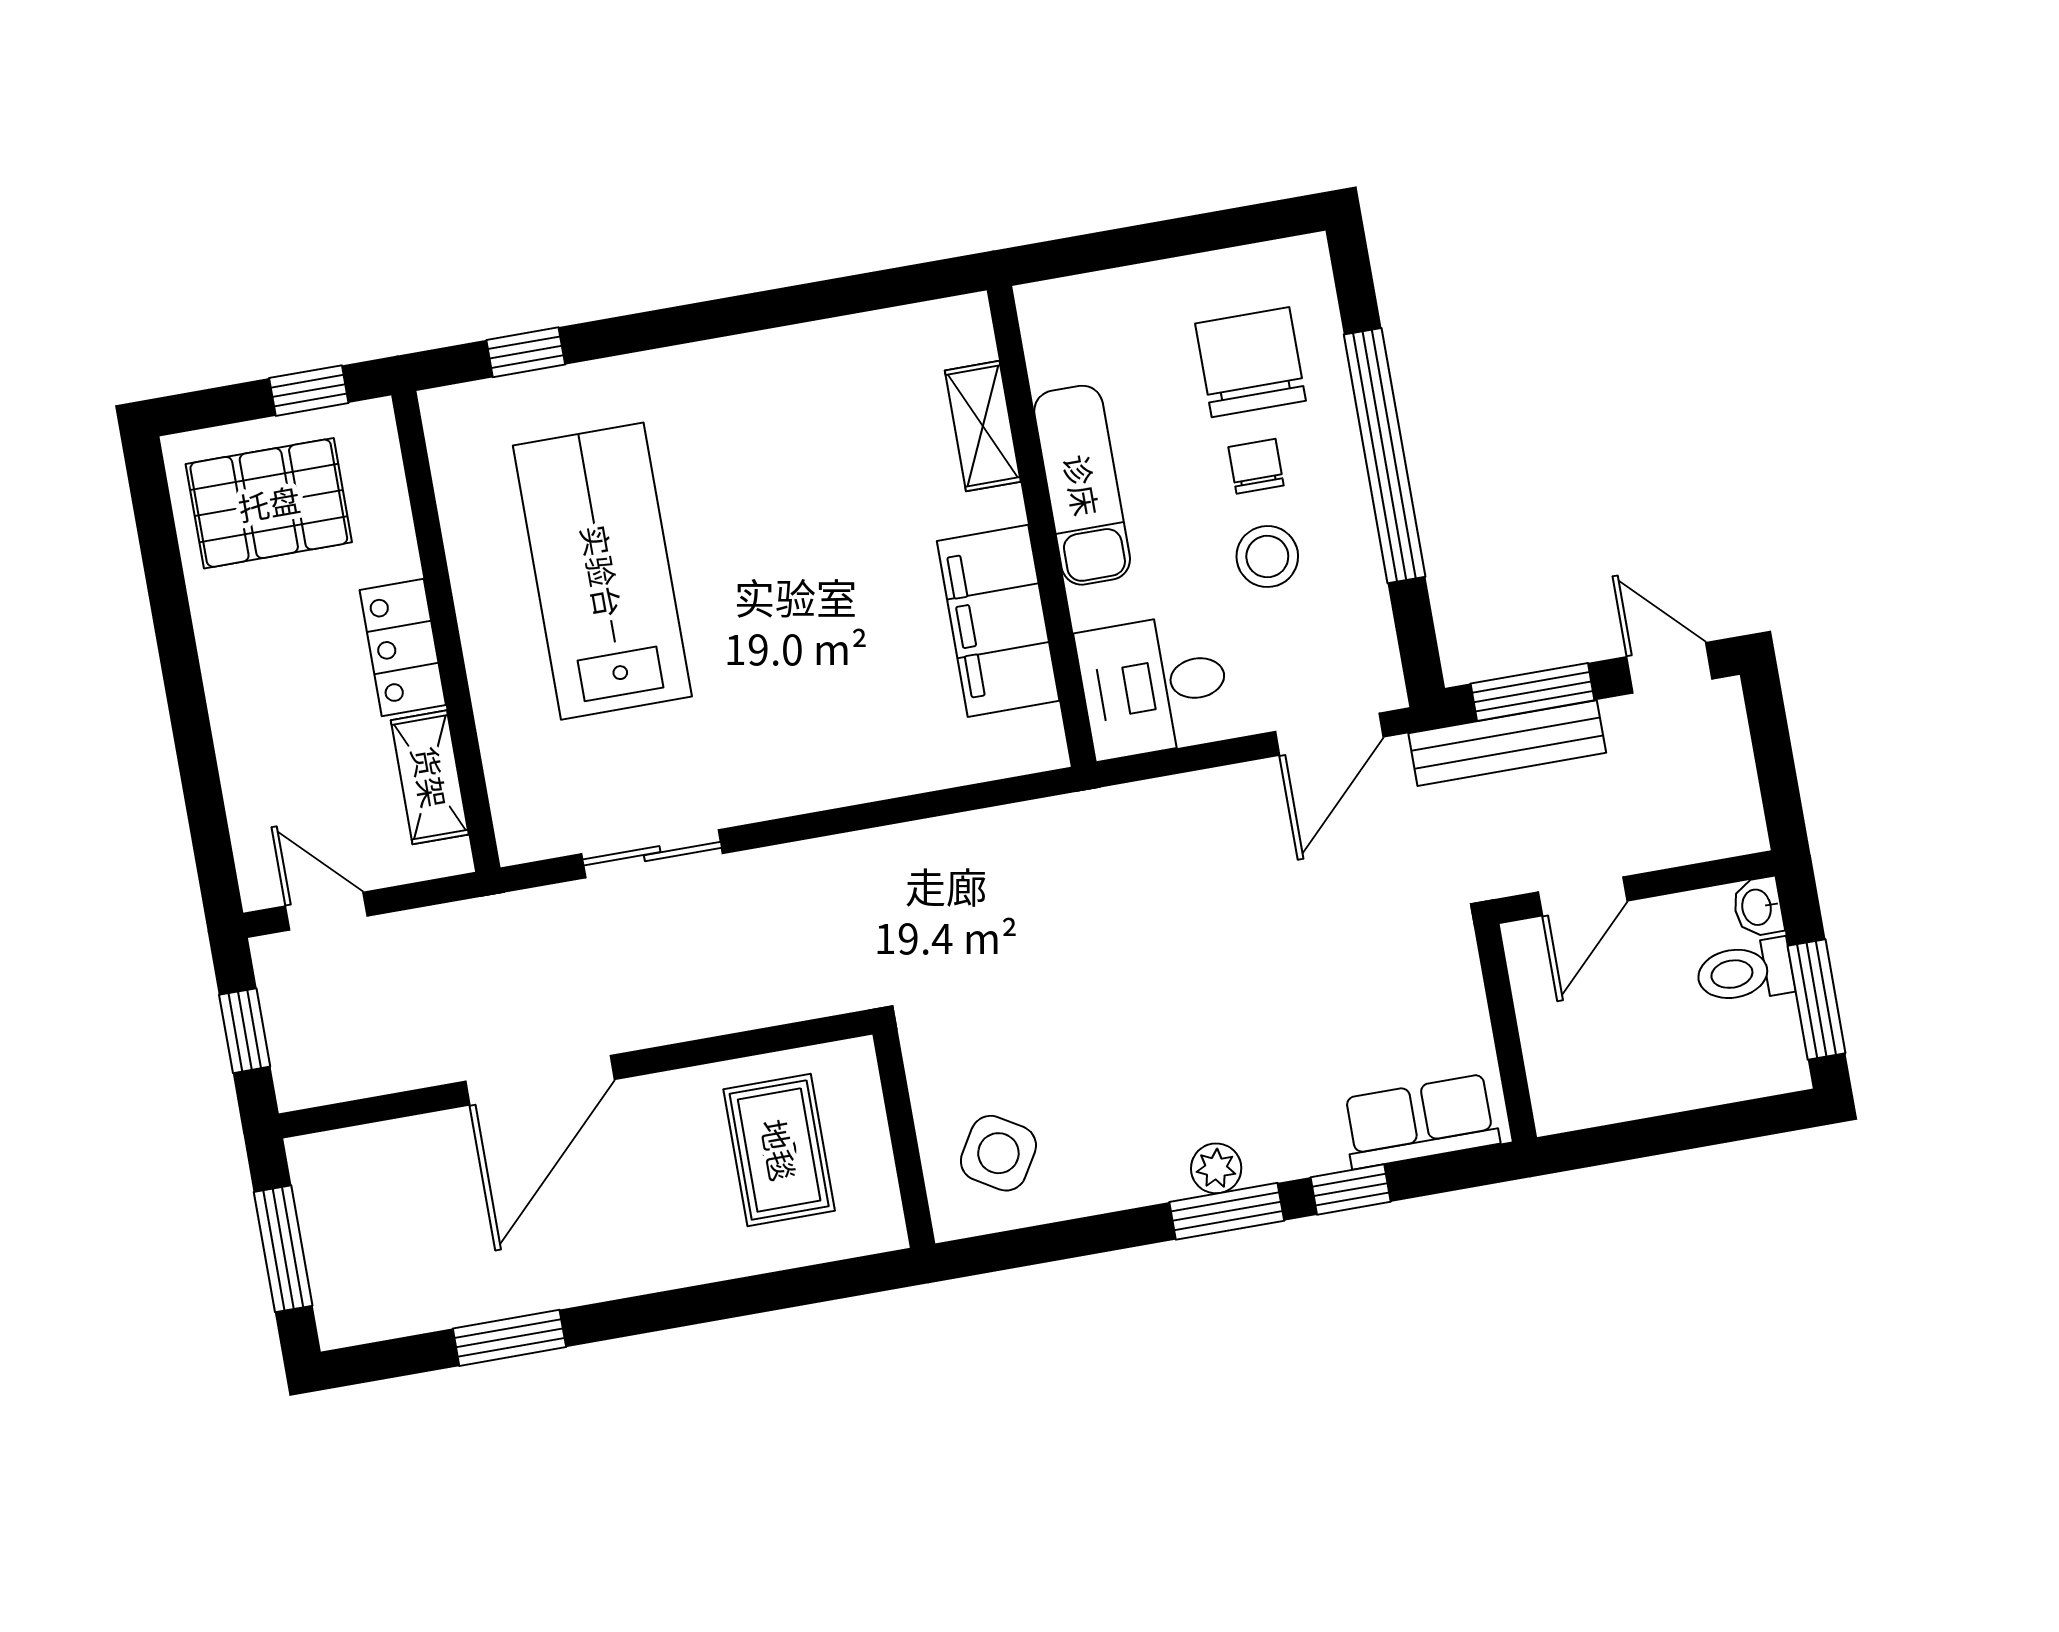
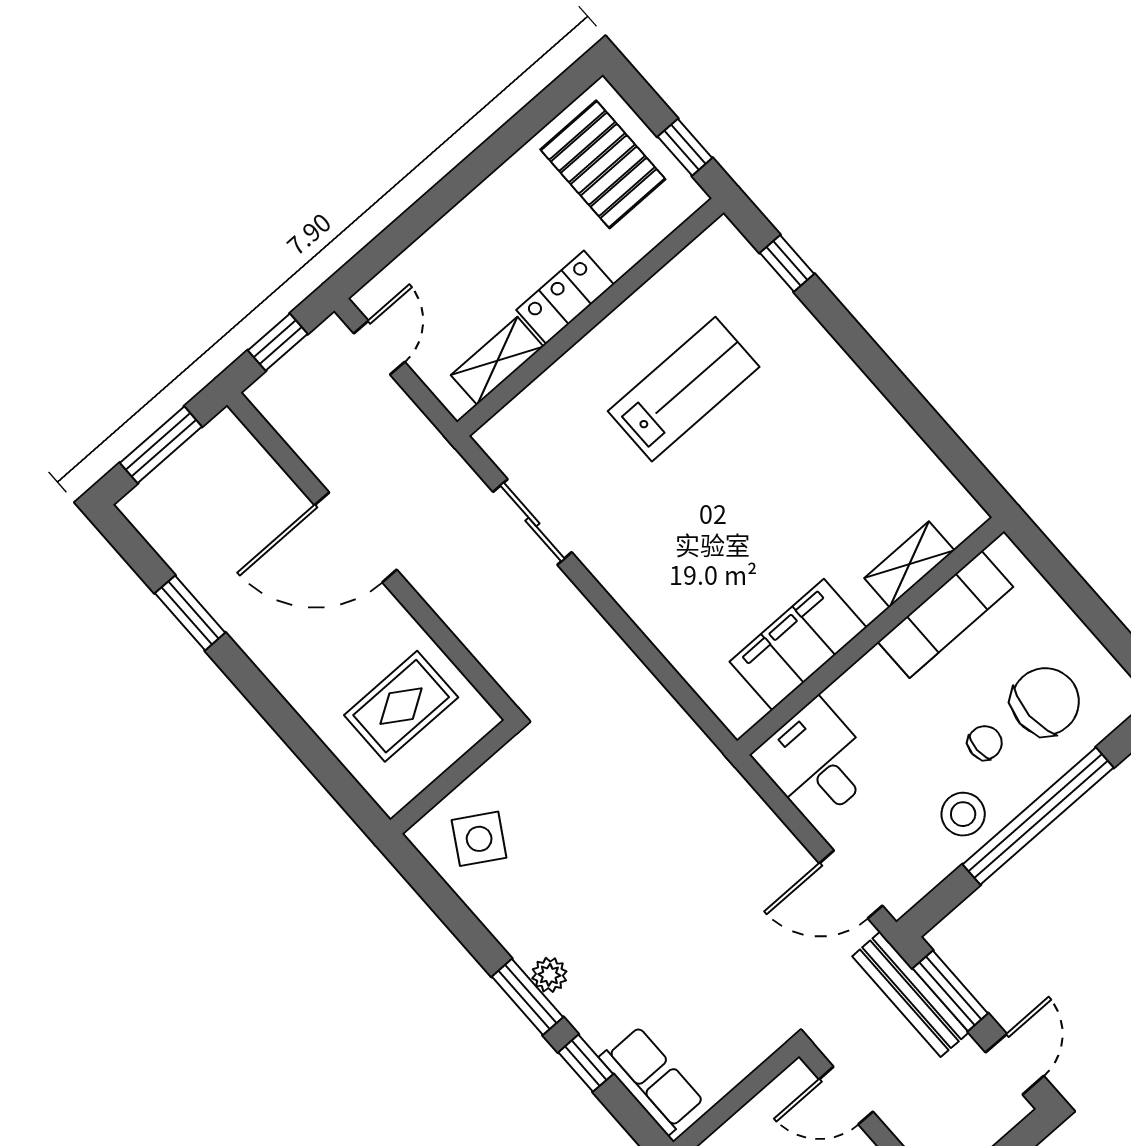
exam couch: (1082, 485) -> (946, 614), moved
stool: (1267, 557) -> (963, 814), moved
lab bench: (602, 571) -> (684, 389), width x0.73, depth x0.72

